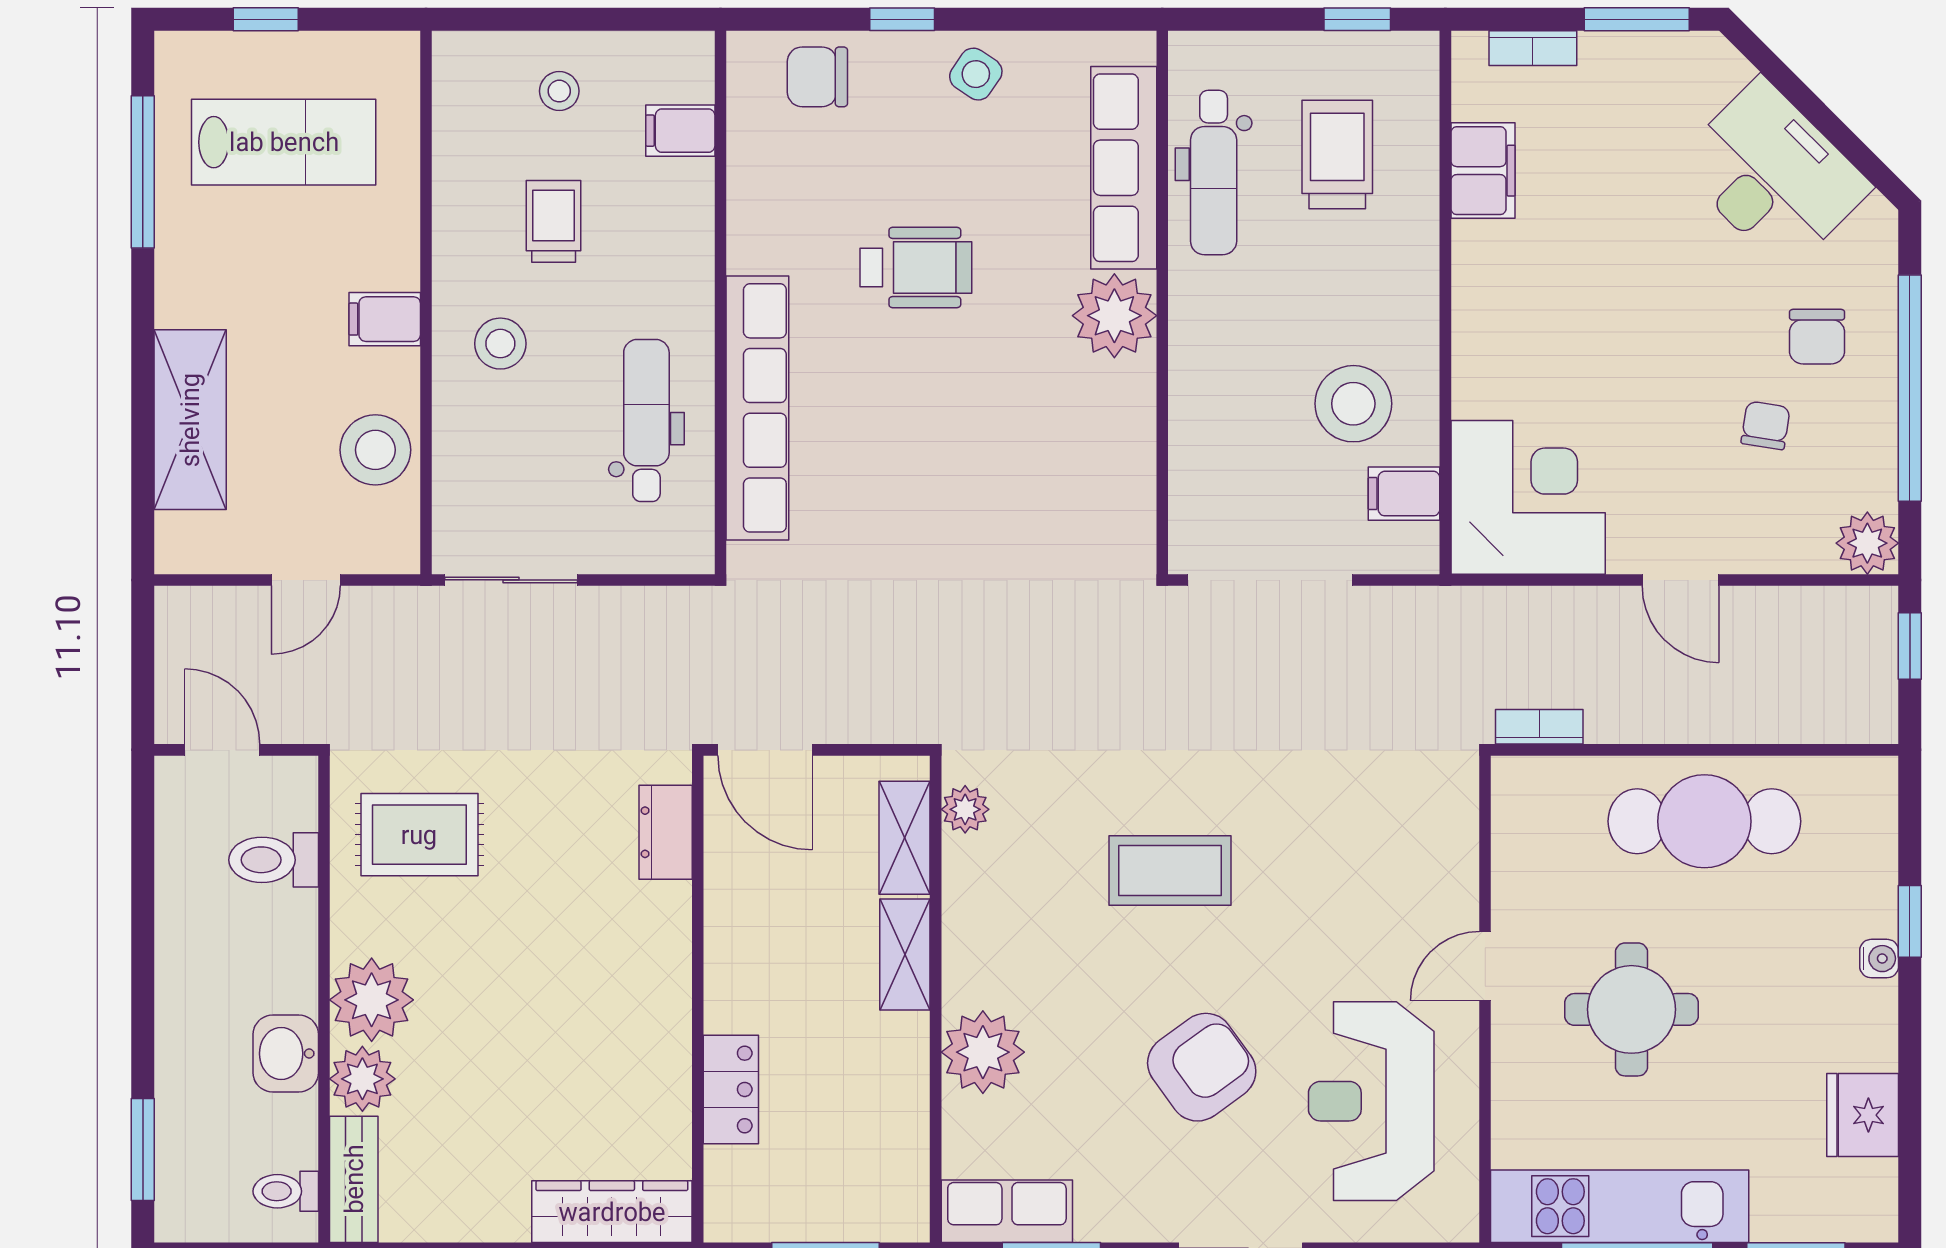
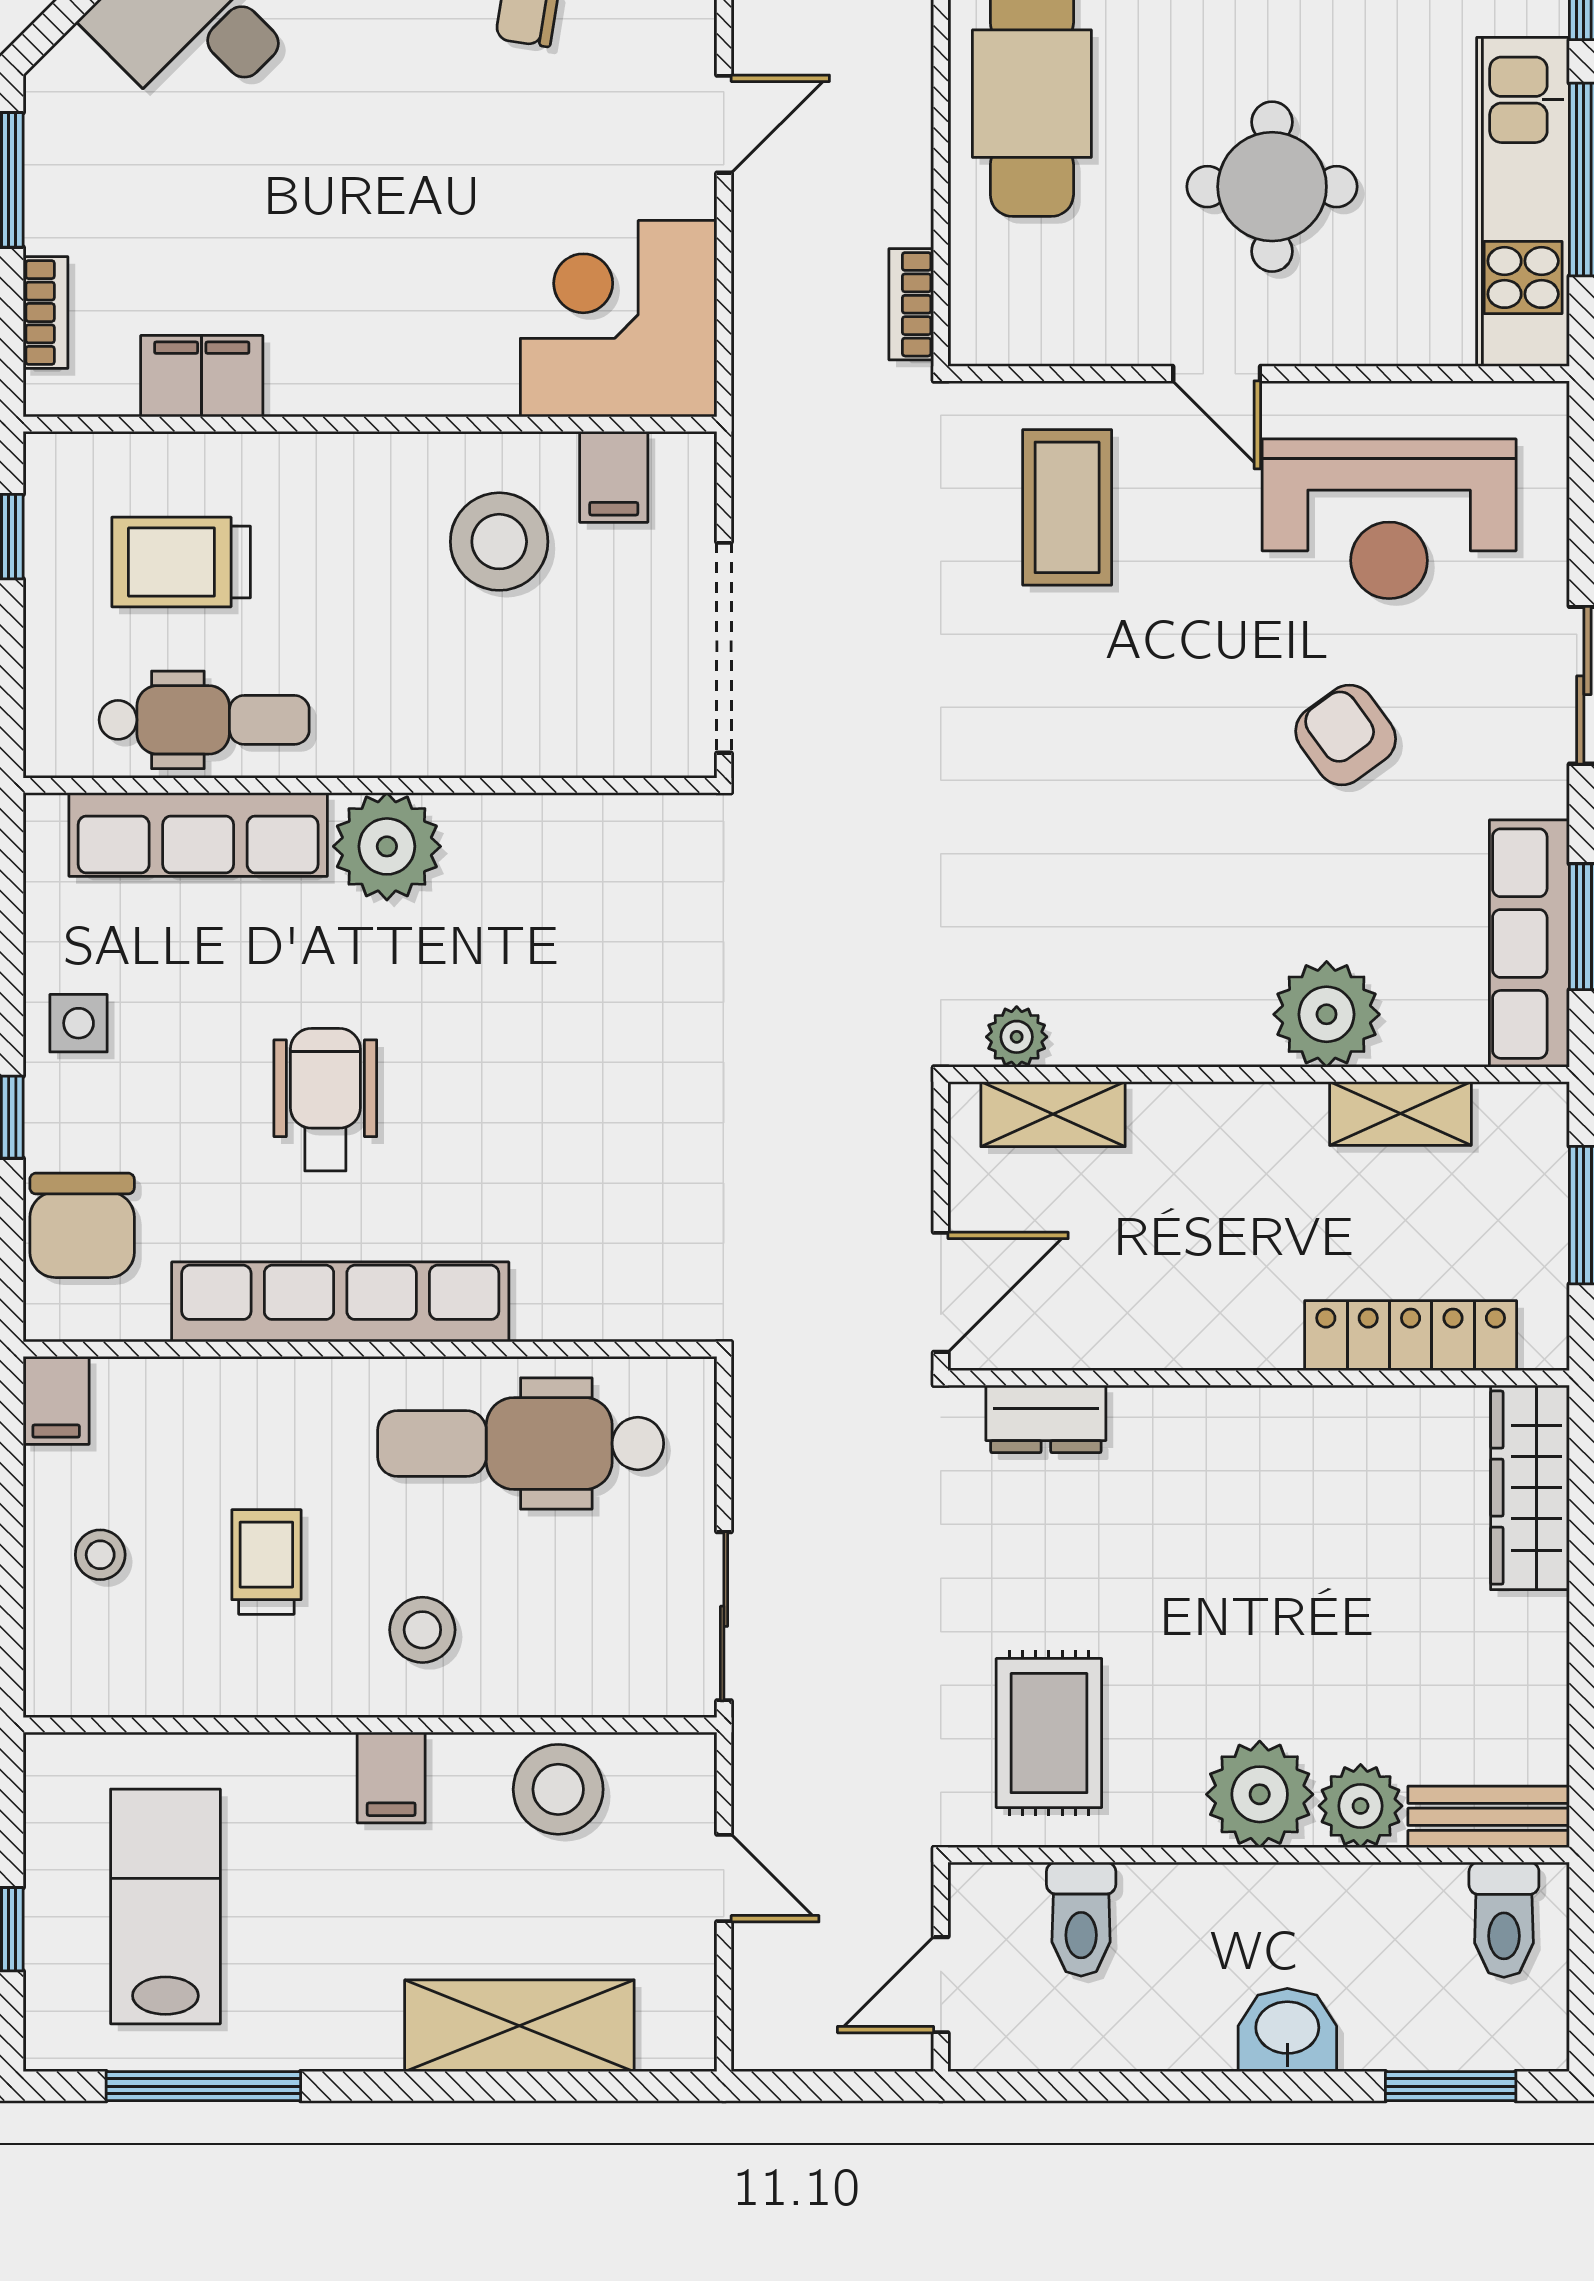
side table: (976, 74) -> (79, 1023), turned -34
chair: (817, 77) -> (82, 1225), width x1.37, depth x1.37
filing cabinet: (680, 131) -> (56, 1400), moved
trolley: (554, 221) -> (266, 1562), turned 90
row of seats: (757, 408) -> (340, 1302), moved
dental chair: (646, 420) -> (521, 1443), width x1.36, depth x1.38
coffee table: (1170, 871) -> (1067, 507), moved
shelving: (905, 955) -> (1400, 1114), moved
washbasin: (286, 1054) -> (1287, 2030), moved, turned 180
armchair: (1202, 1067) -> (1346, 735), width x0.72, depth x0.72
locker: (731, 1089) -> (1411, 1336), width x1.53
toilet: (286, 1191) -> (1504, 1920), width x1.37, depth x1.39
row of seats: (1007, 1211) -> (1529, 944), width x1.48

